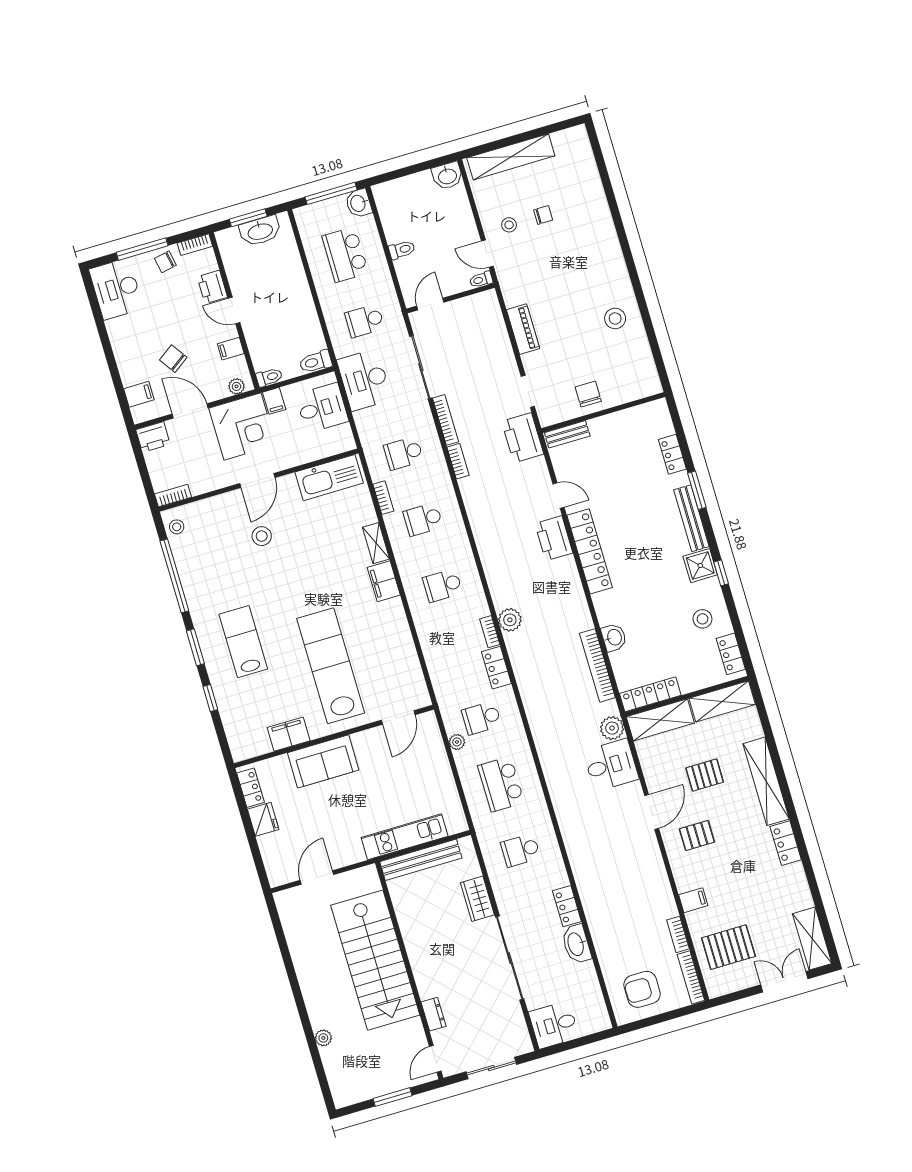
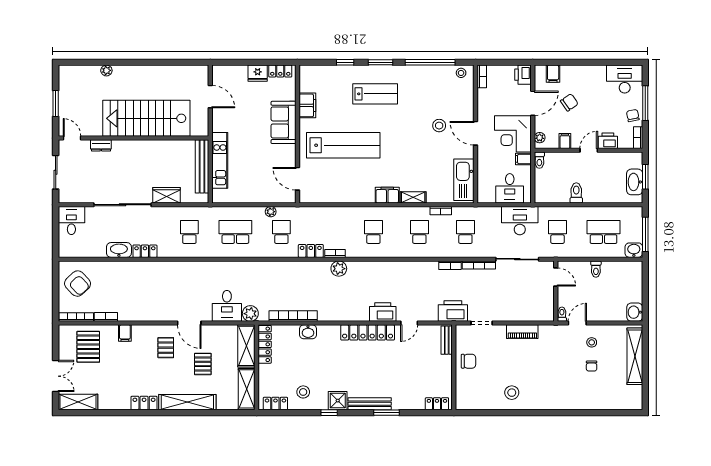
toilet: (316, 362) -> (576, 193), moved
locker: (672, 454) -> (437, 404), moved
armchair: (642, 989) -> (78, 284), turned 137

